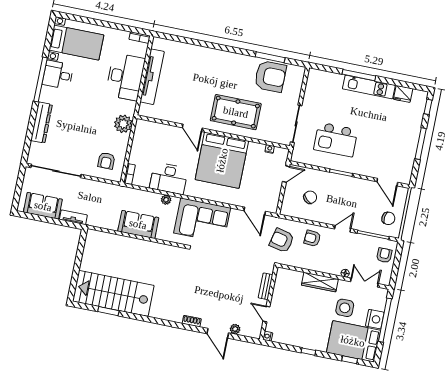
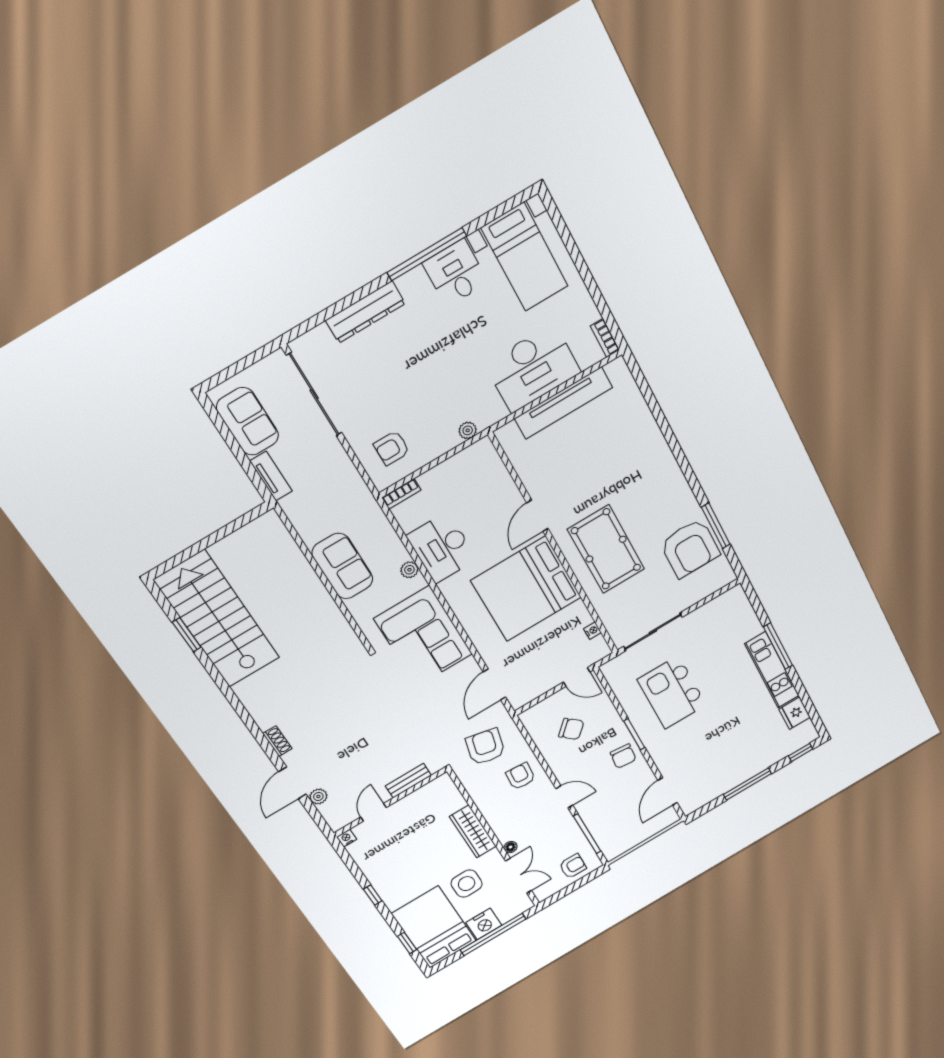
plant: (123, 124) -> (468, 430), width x0.53, depth x0.53
chair: (388, 218) -> (623, 756), moved

